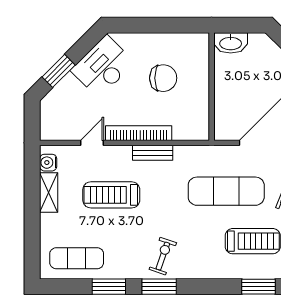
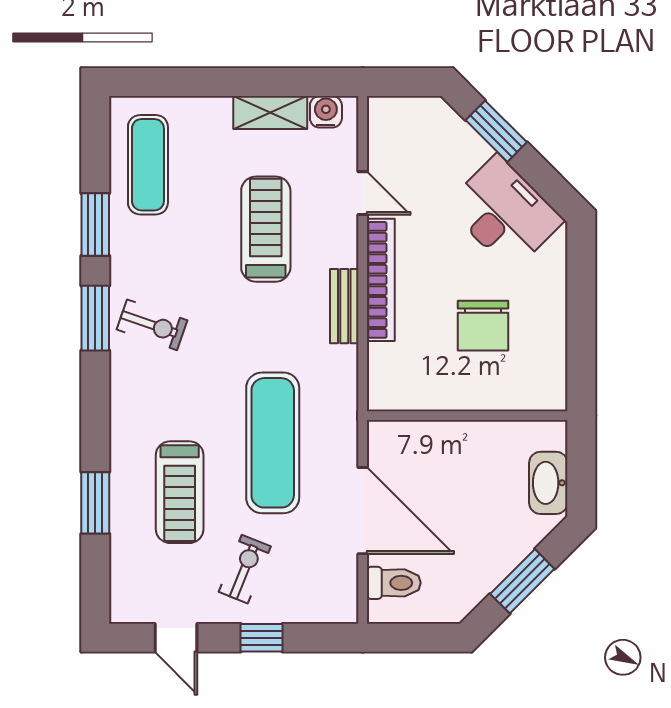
washbasin: (231, 43) -> (548, 483), moved

